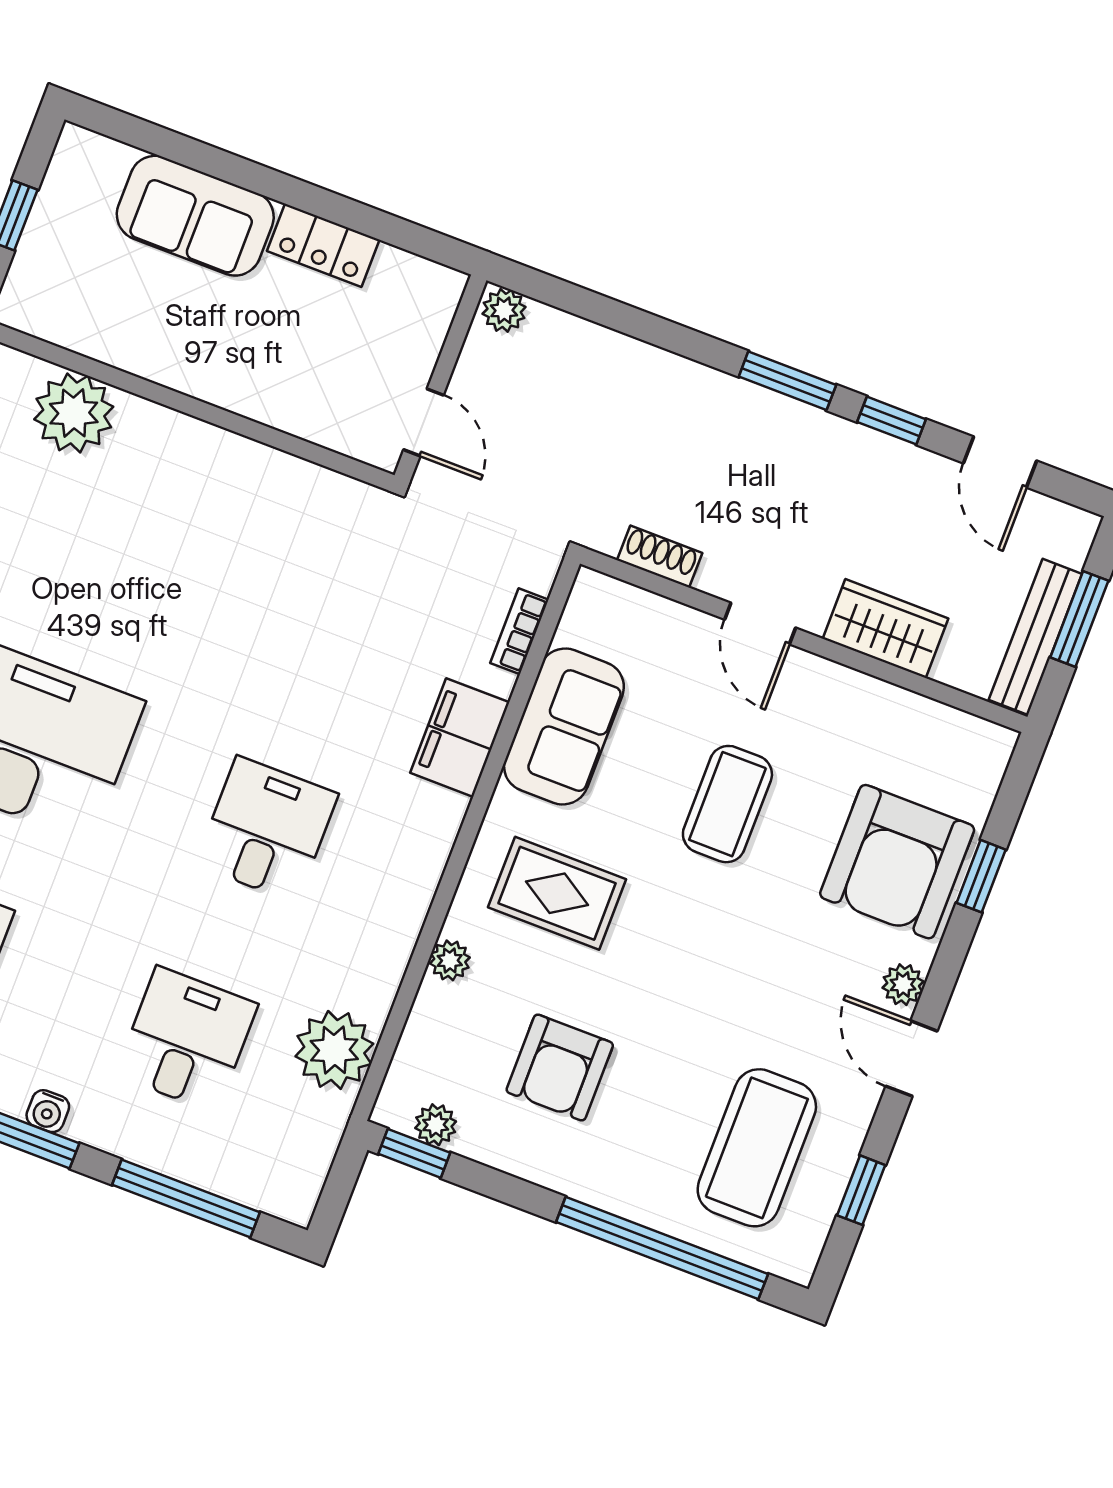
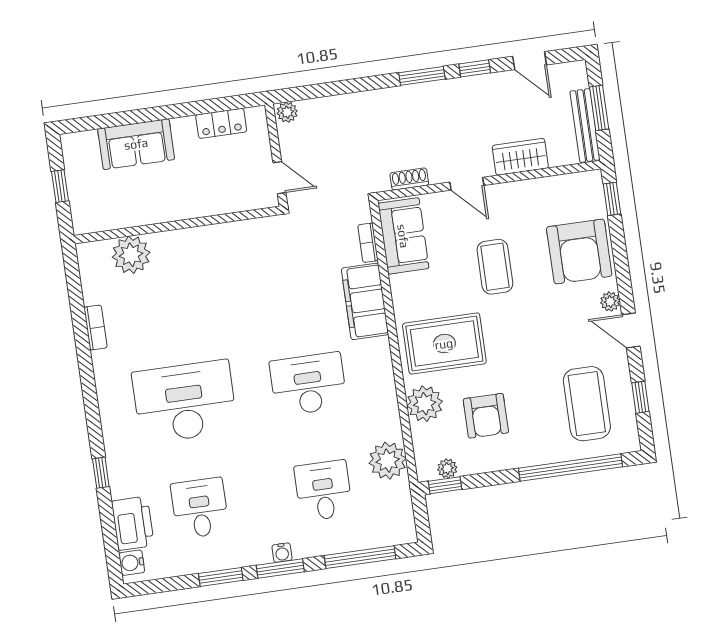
locker: (323, 245) -> (221, 123), moved
sofa: (564, 726) -> (403, 236), moved
filing cabinet: (460, 738) -> (365, 301), width x1.50, depth x1.17
desk: (267, 829) -> (308, 384), width x1.37
window: (981, 876) -> (612, 199), moved
rug: (557, 893) -> (444, 344), width x1.36, depth x1.43
plant: (450, 960) -> (425, 404), width x1.88, depth x1.88

